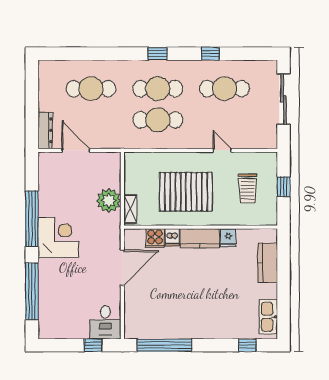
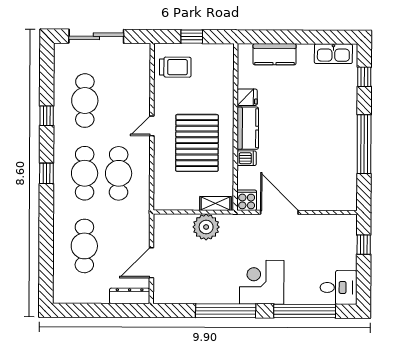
door: (222, 150) -> (152, 126), moved
trolley: (248, 189) -> (175, 67), moved
corner desk: (58, 237) -> (262, 282), moved
cooker: (155, 238) -> (247, 200), moved, turned -90
desk: (105, 322) -> (339, 287), moved
window: (164, 345) -> (364, 144), moved

